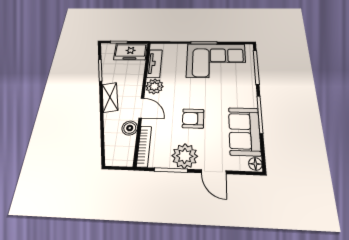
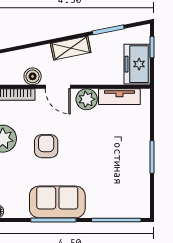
corner sofa: (216, 61) -> (125, 172), removed
door: (141, 108) -> (58, 87), hinge flipped
sofa: (244, 131) -> (57, 202), moved

